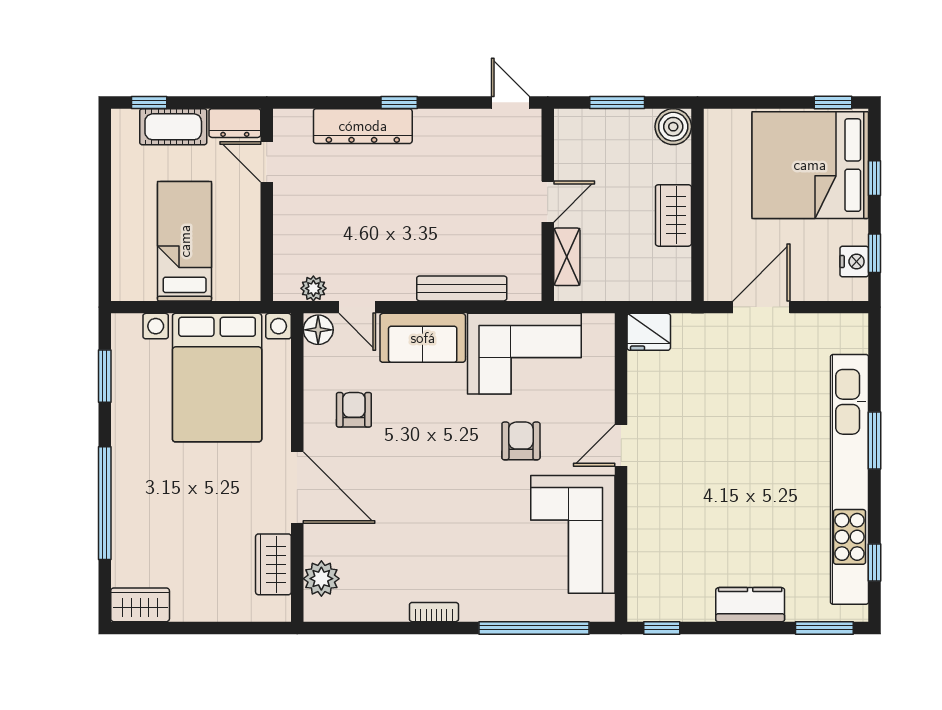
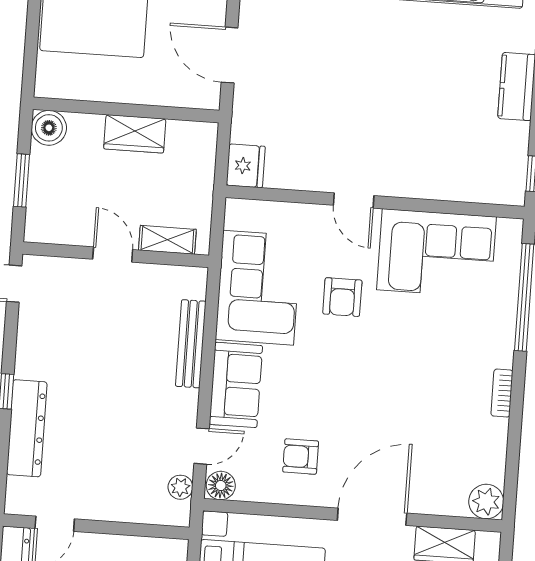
armchair: (521, 441) -> (342, 297), turned -90
plant: (321, 579) -> (486, 502), moved

